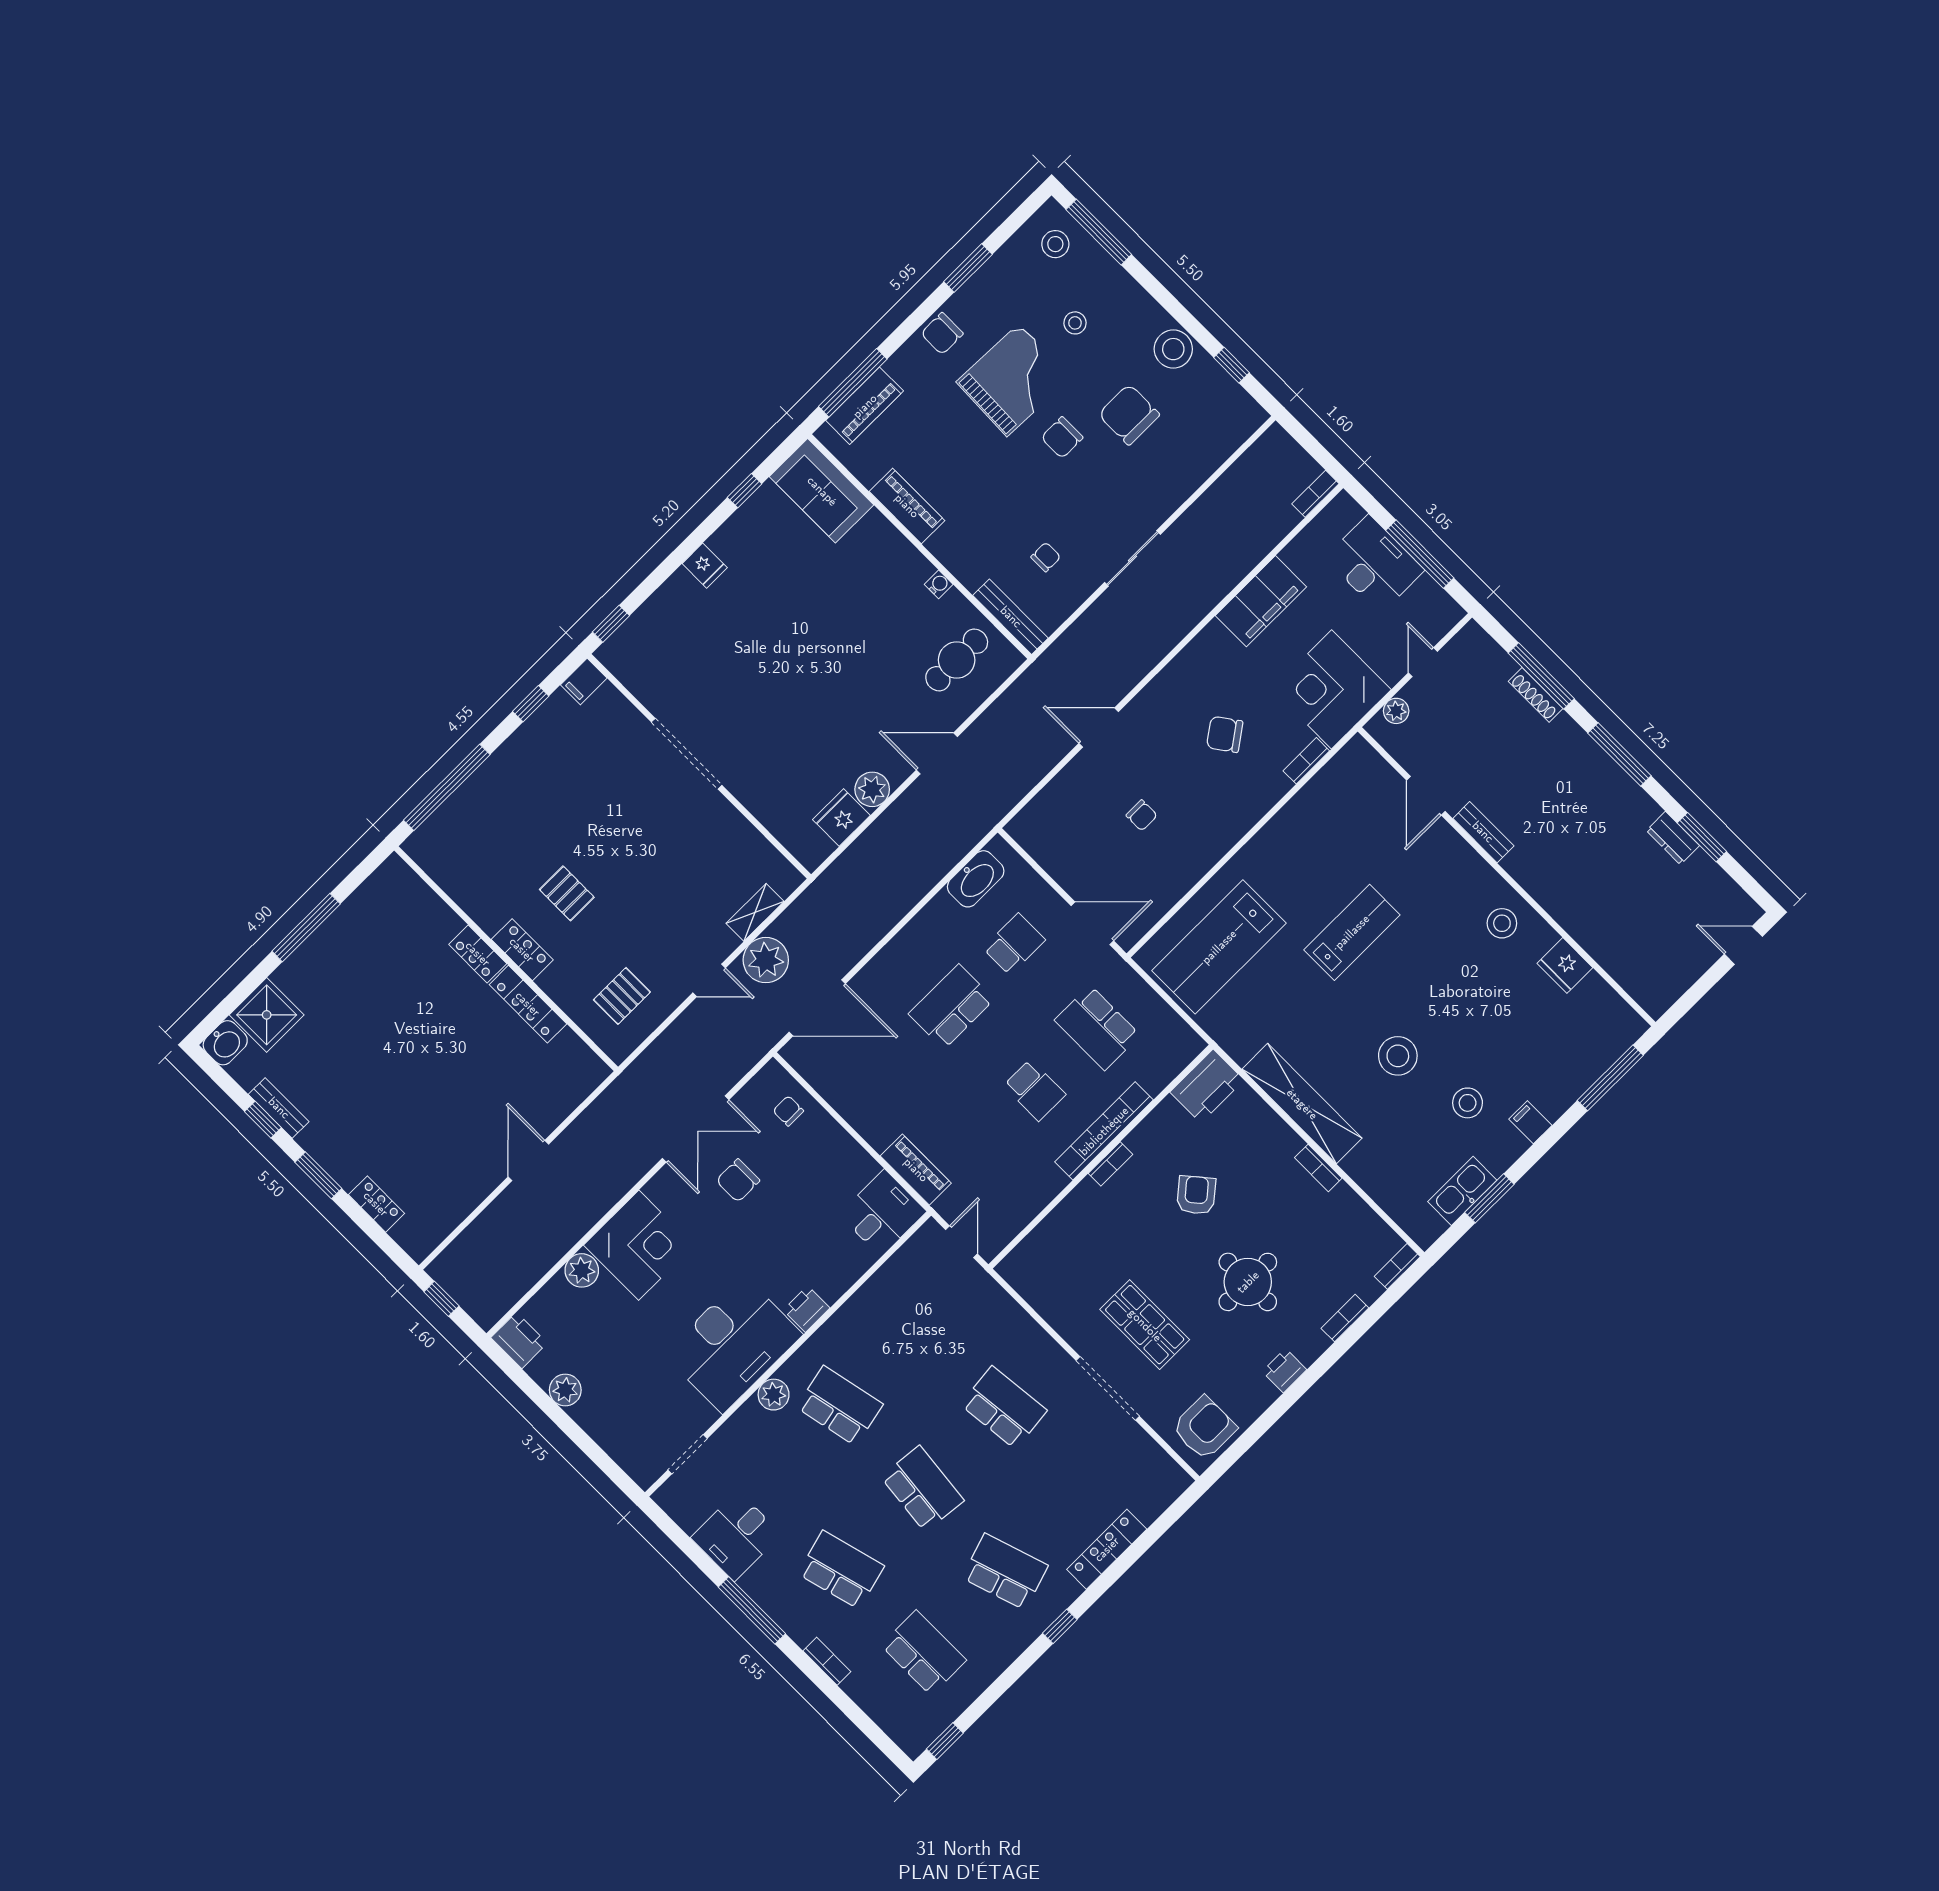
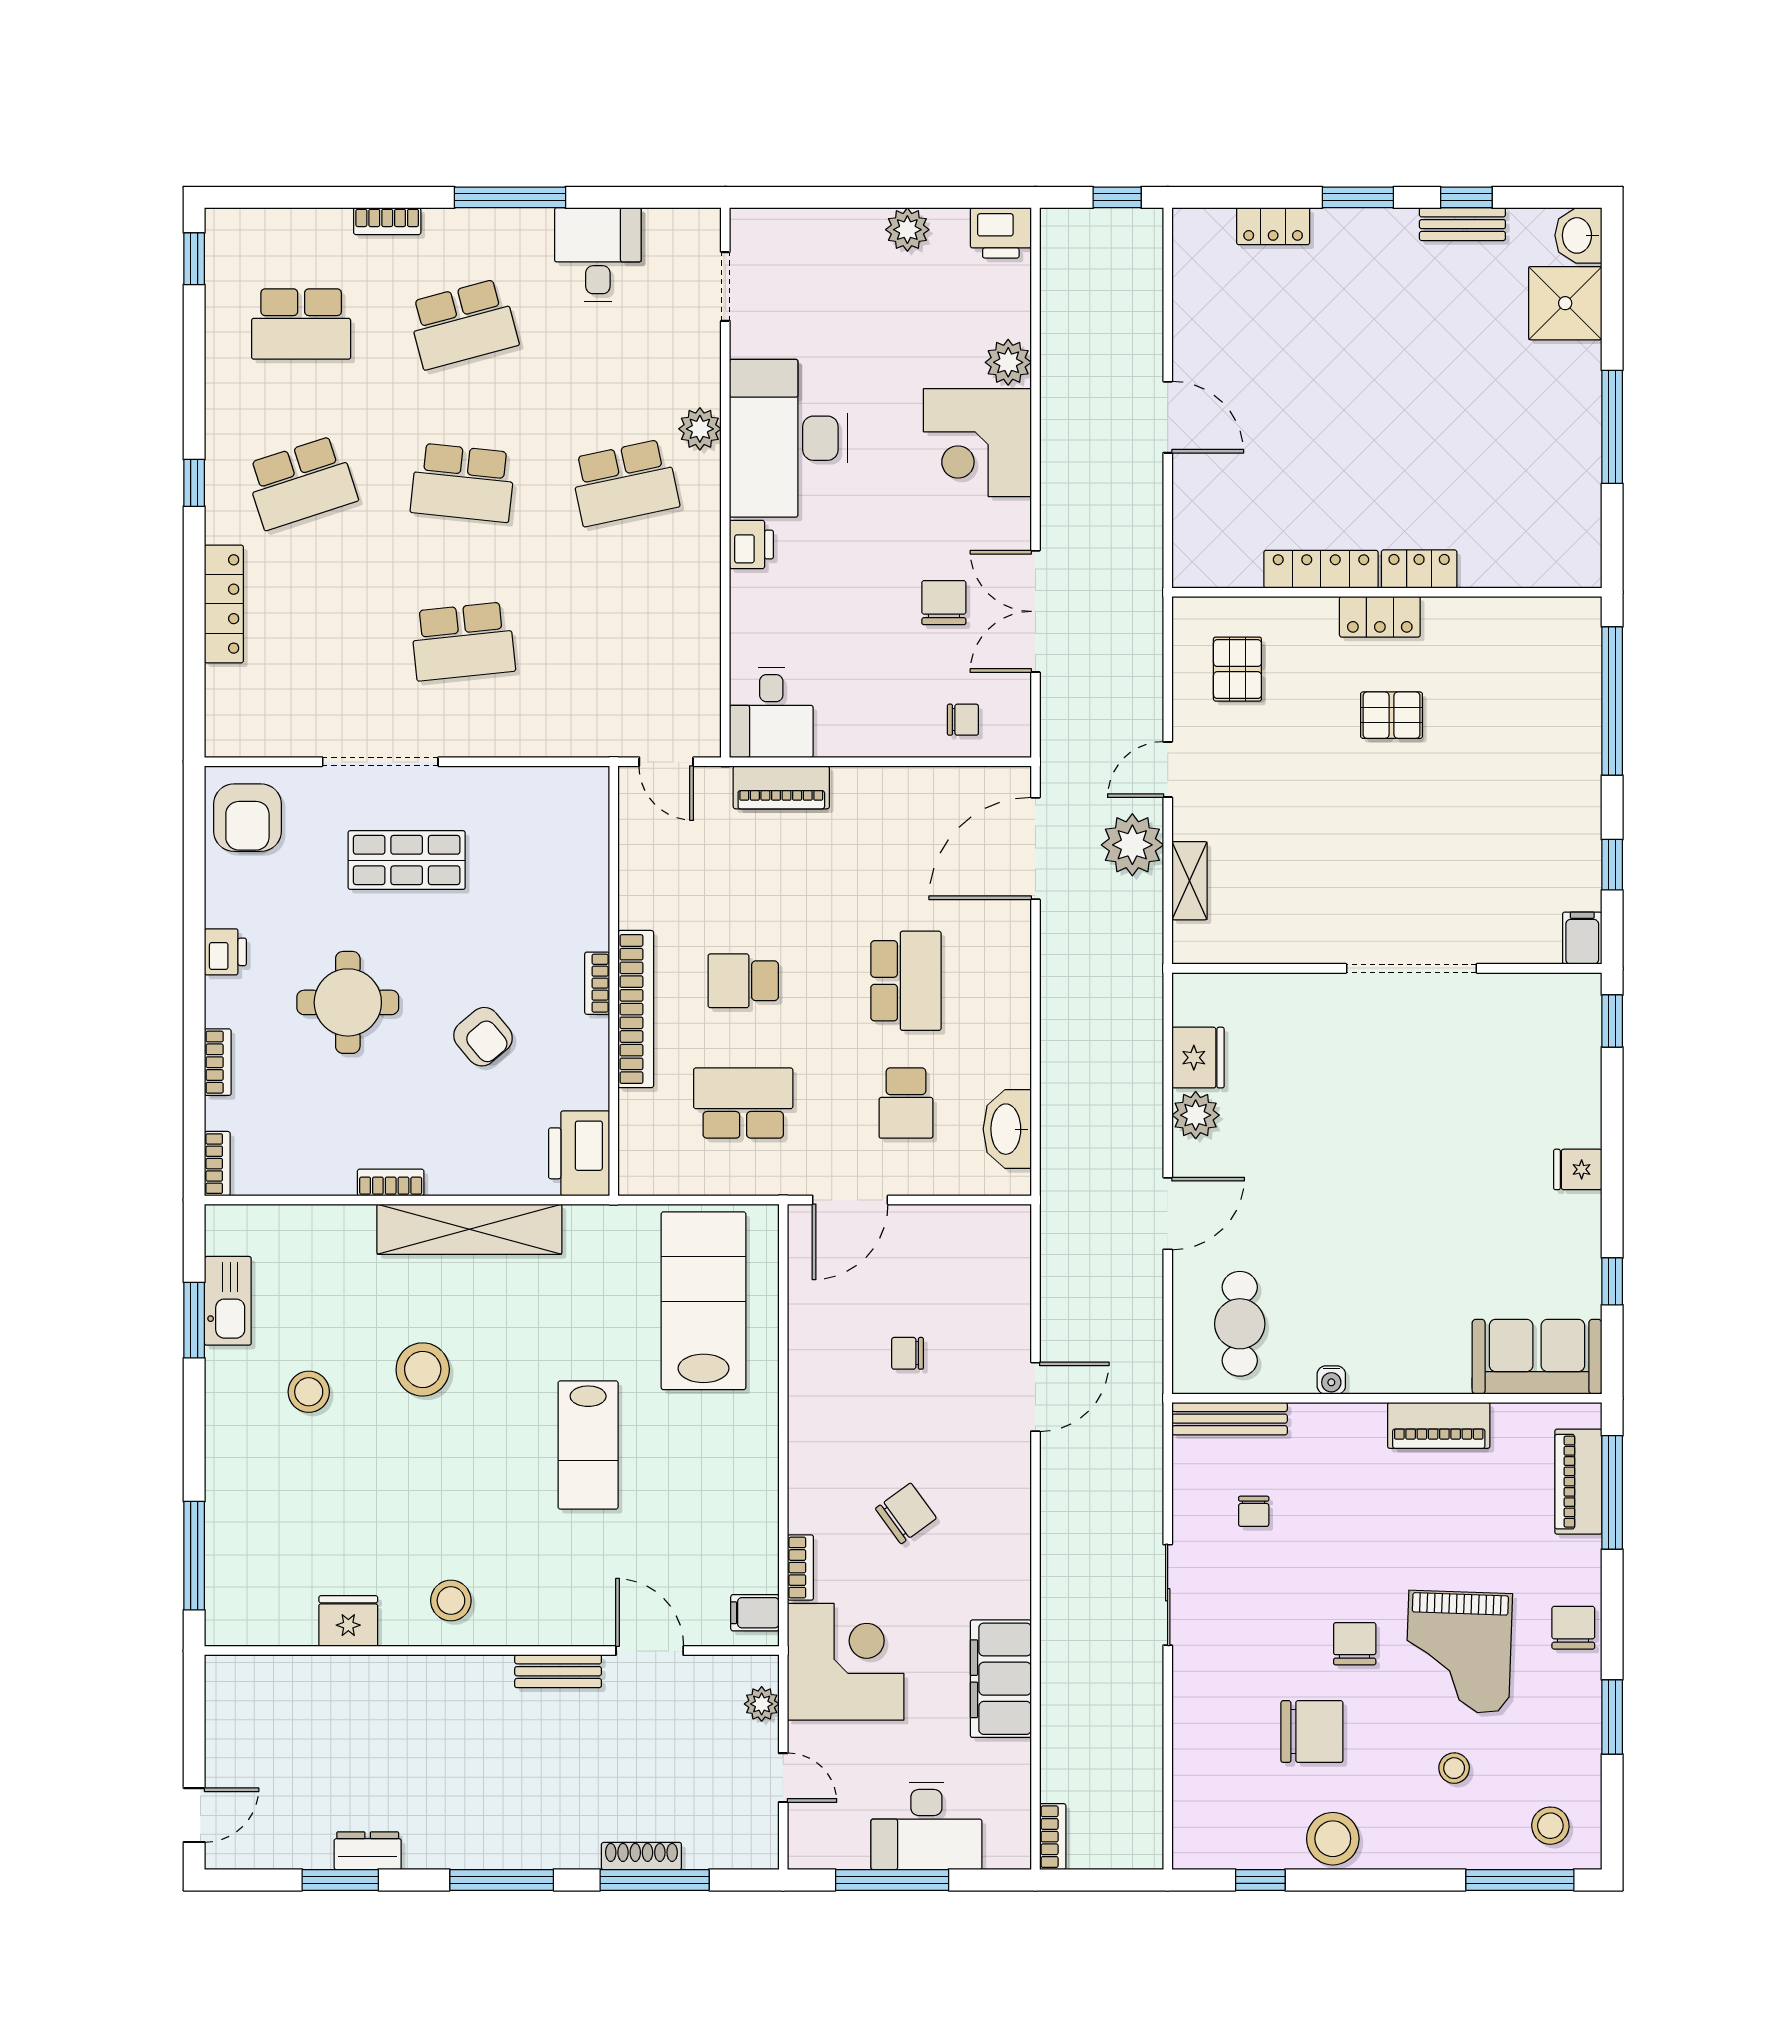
filing cabinet: (1530, 1122) -> (755, 1613), moved, turned 180

